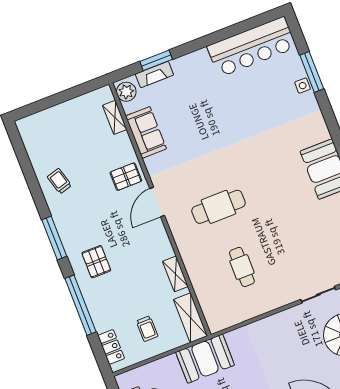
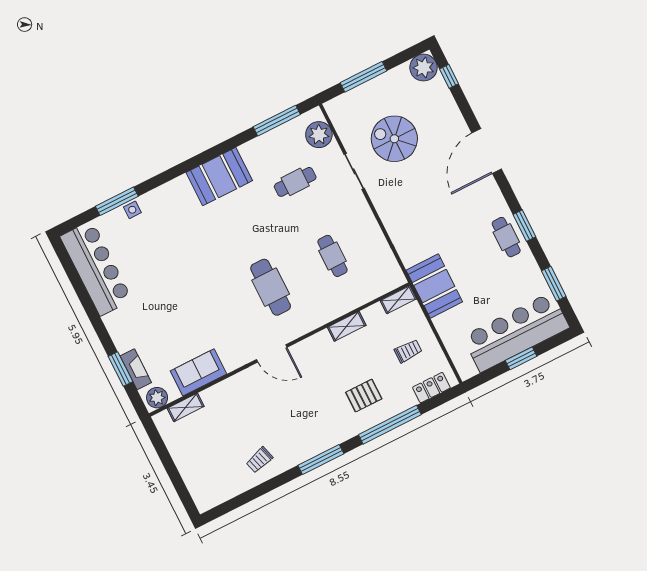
pallet: (126, 177) -> (248, 389), removed
cafe table: (314, 239) -> (295, 182), added
pallet: (96, 262) -> (364, 396), moved
cafe table: (242, 267) -> (332, 256), turned 90
shelving: (190, 318) -> (398, 300), width x0.67, depth x0.75

